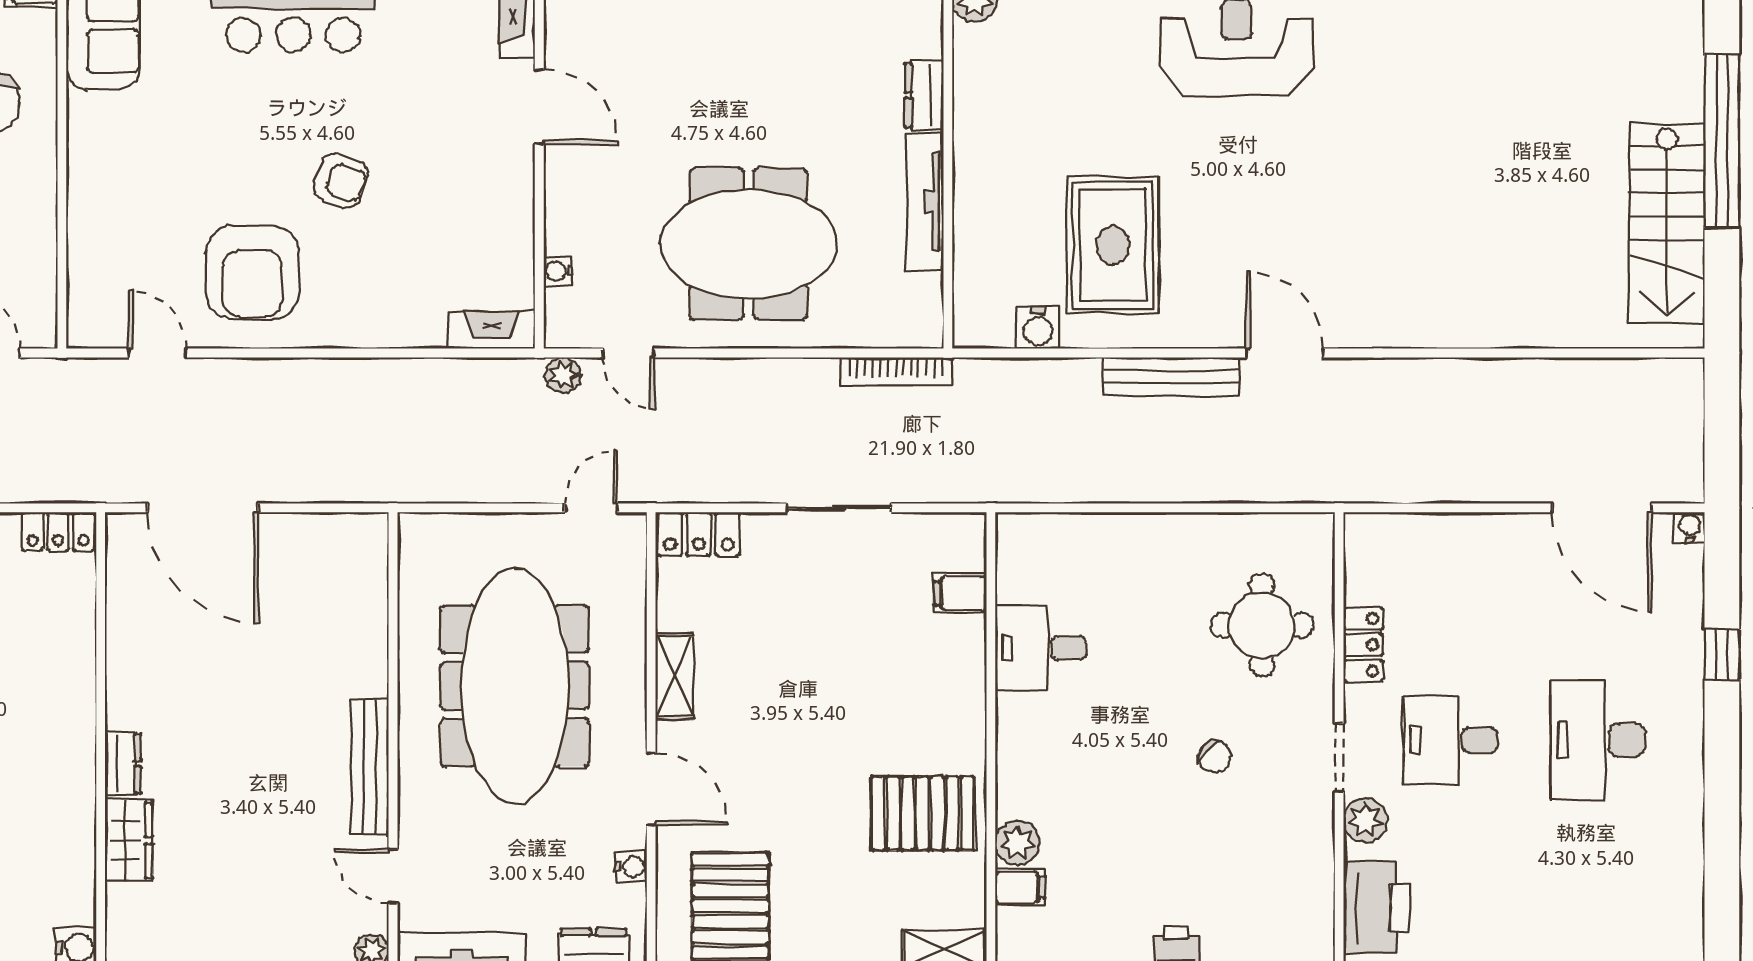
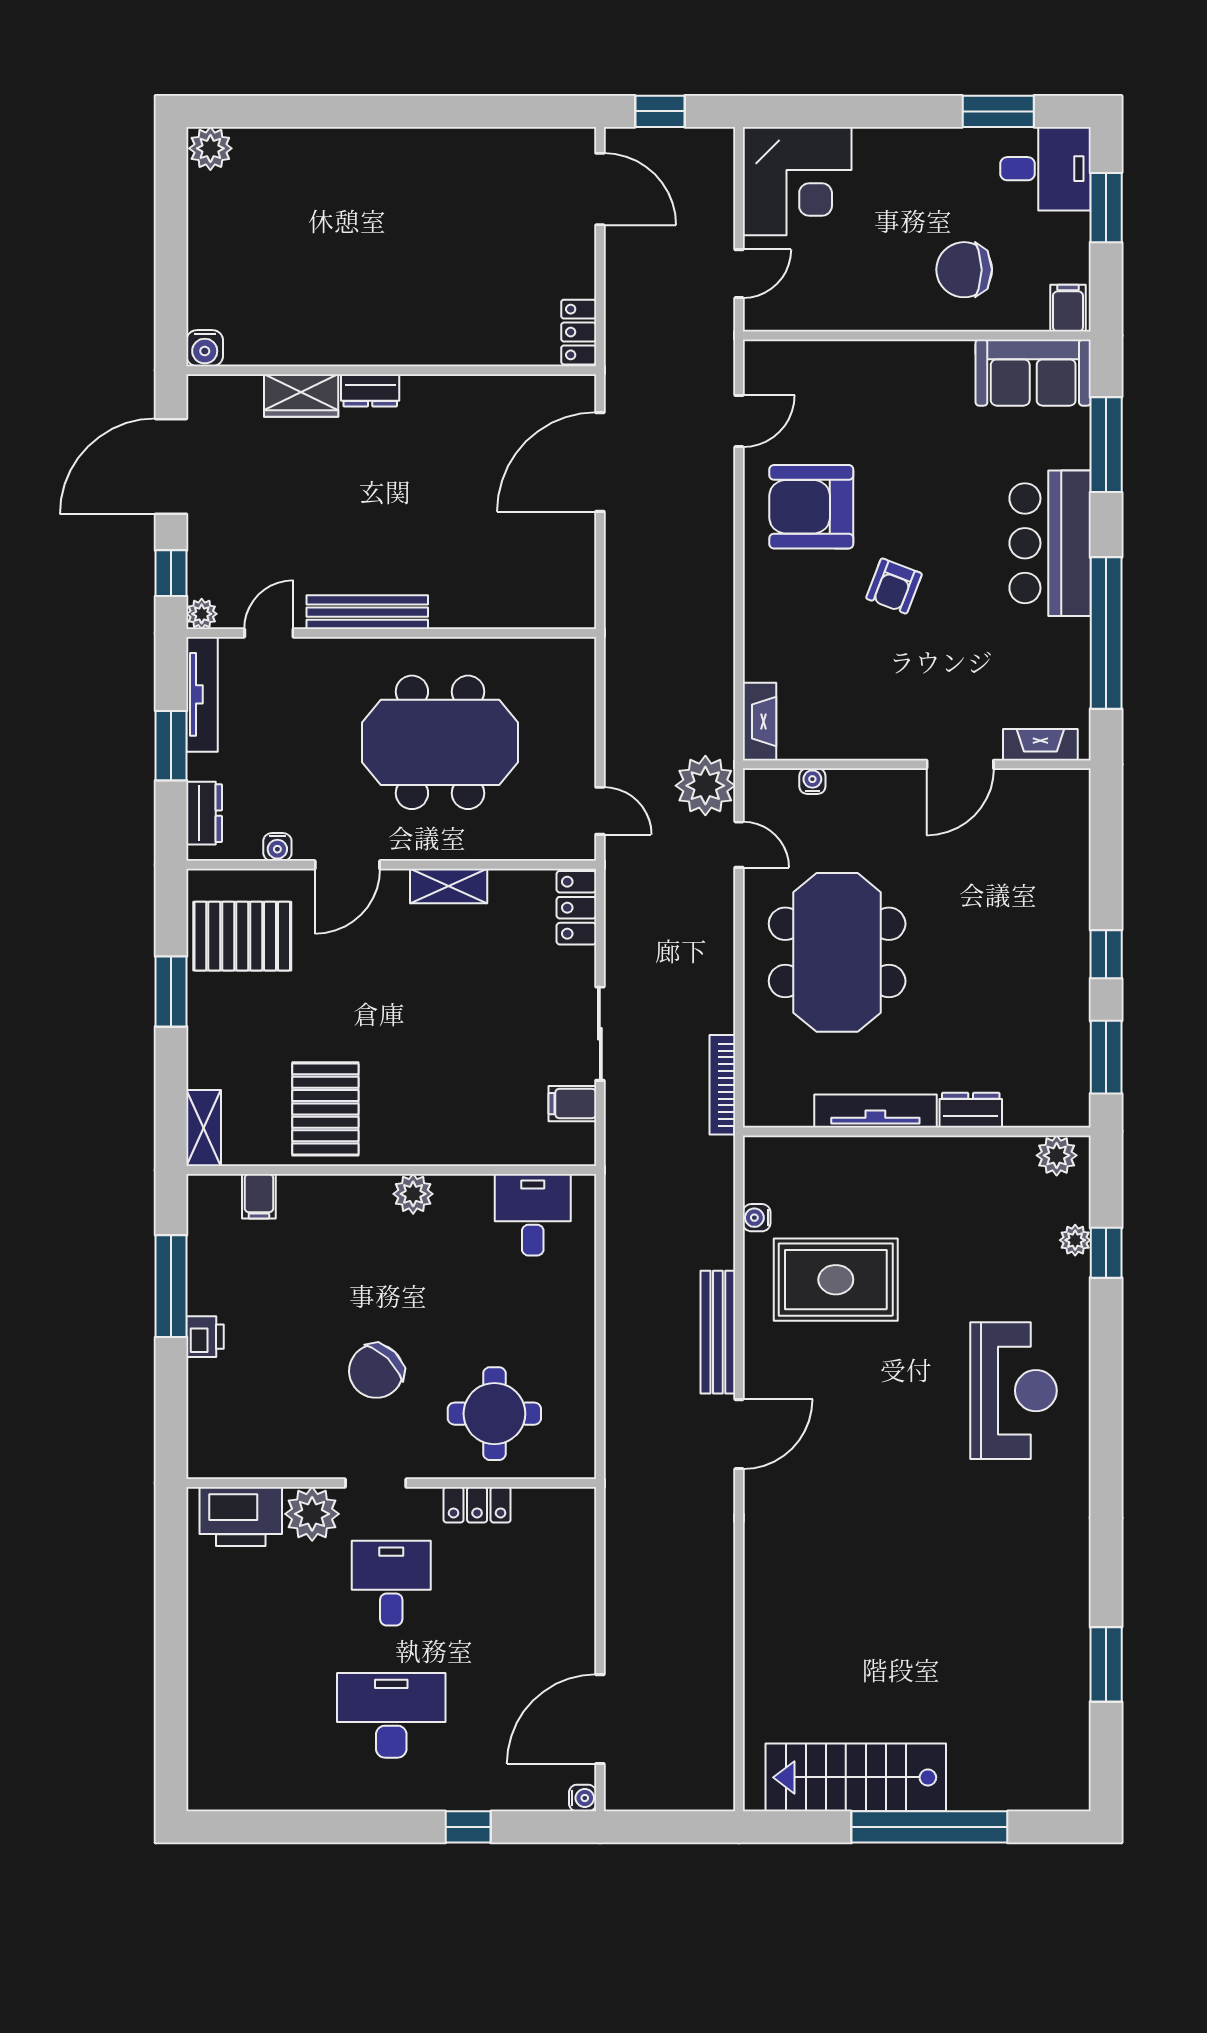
water cooler: (1038, 328) -> (757, 1218), width x0.72, depth x0.72
door: (629, 353) -> (739, 845), swing flipped
plant: (563, 375) -> (705, 786), width x1.87, depth x1.87
filing cabinet: (960, 593) -> (572, 1104), moved, turned -90
desk: (1041, 648) -> (533, 1215), moved
meeting table: (515, 686) -> (440, 742), width x0.73
chair: (1215, 757) -> (376, 1371), width x1.87, depth x1.87
plant: (1366, 820) -> (312, 1514), width x1.36, depth x1.36
plant: (1017, 843) -> (413, 1194), moved

